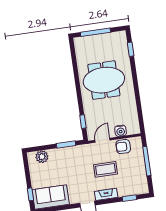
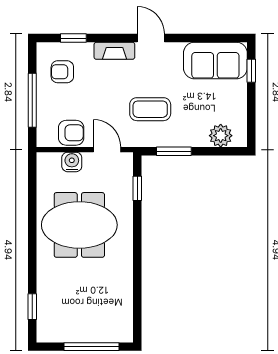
meeting table: (104, 80) -> (79, 225), moved
door: (102, 140) -> (107, 150), swing flipped
coffee table: (106, 169) -> (150, 109), moved
armchair: (133, 179) -> (62, 72), added

